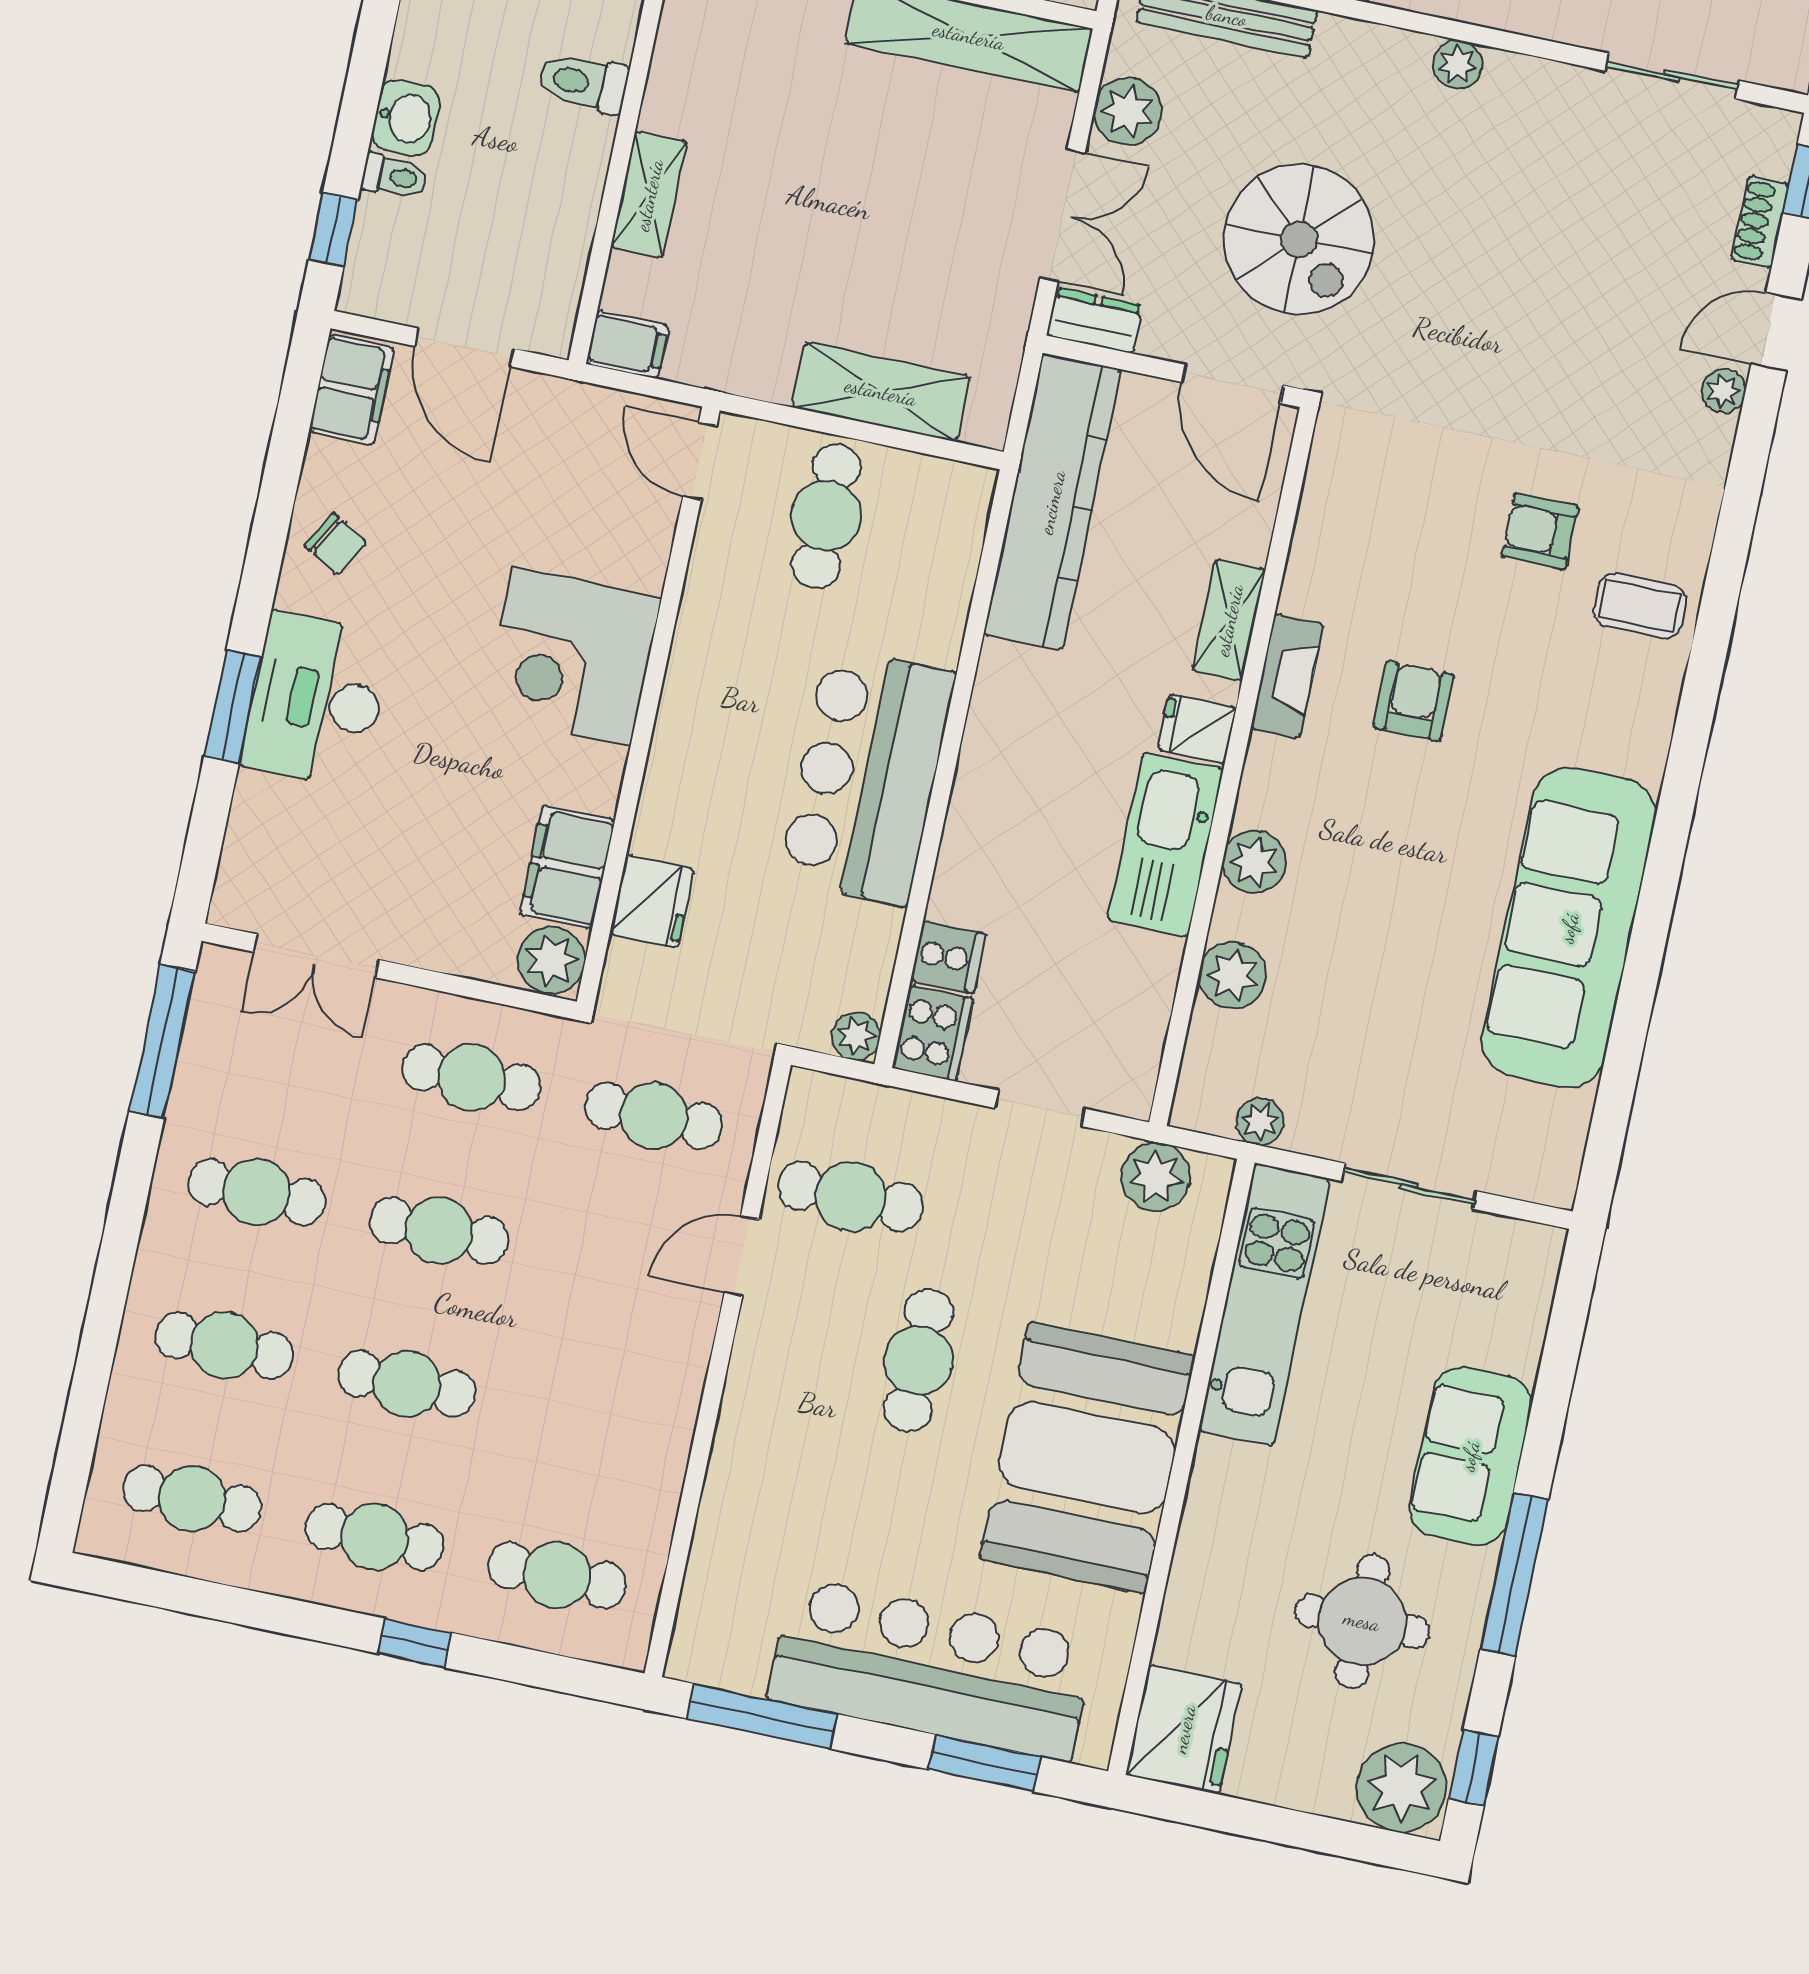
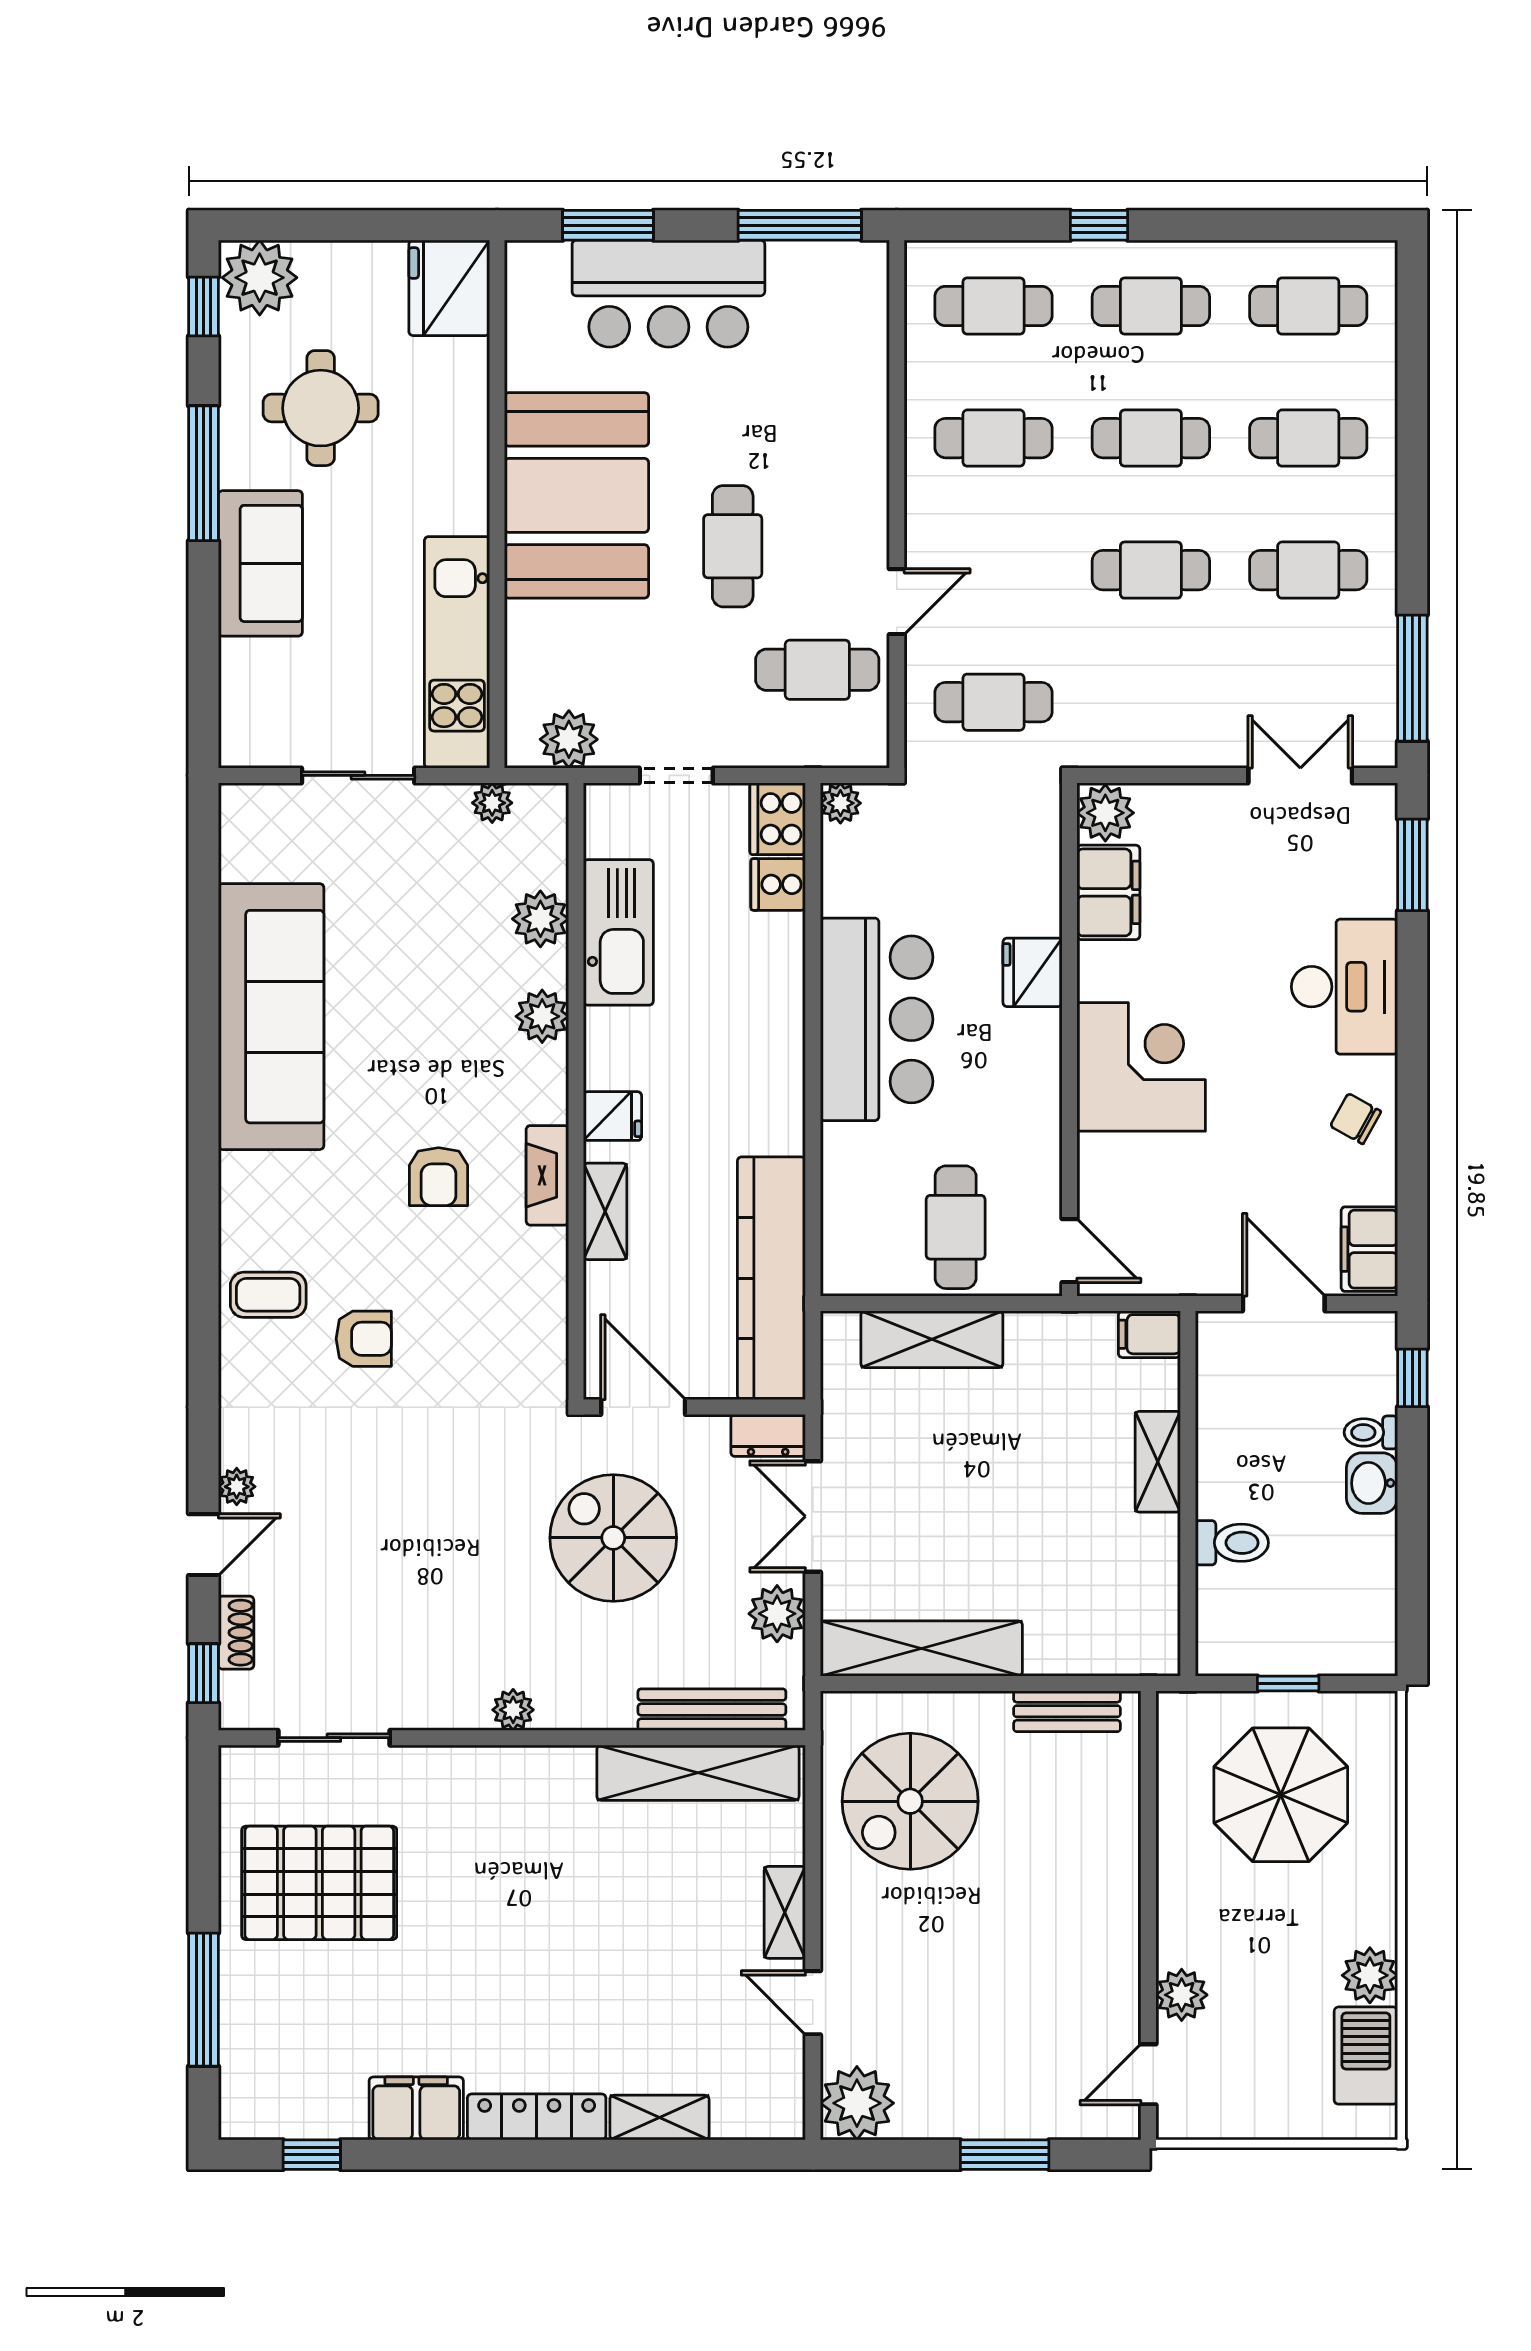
window: (233, 707) -> (1412, 865), moved
kitchen sink: (1166, 845) -> (618, 932), moved
fridge: (652, 901) -> (1033, 972), moved
cafe table: (471, 1077) -> (994, 438), moved
bar counter: (931, 1669) -> (668, 294), width x0.73

